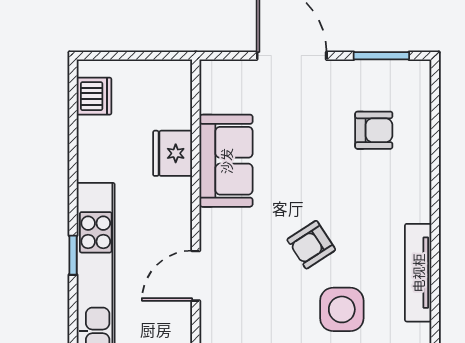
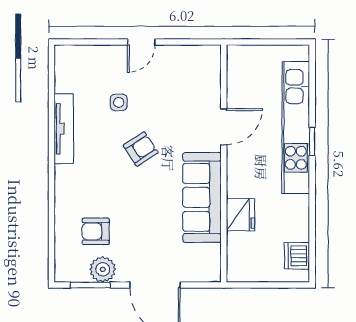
plant: (364, 77) -> (103, 269), added
sofa: (226, 161) -> (202, 197), width x1.36
side table: (342, 309) -> (119, 102), width x0.54, depth x0.54

